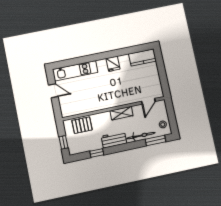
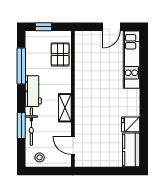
fridge: (113, 64) -> (131, 124), moved
window: (156, 141) -> (21, 126), moved
window: (97, 153) -> (21, 66), width x2.17

